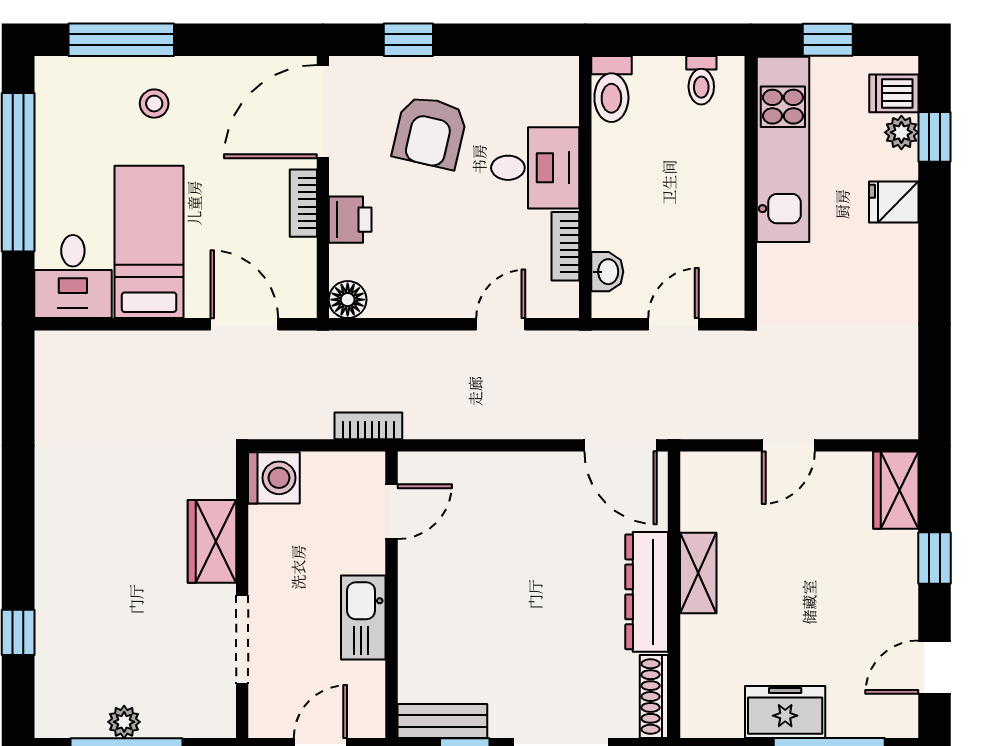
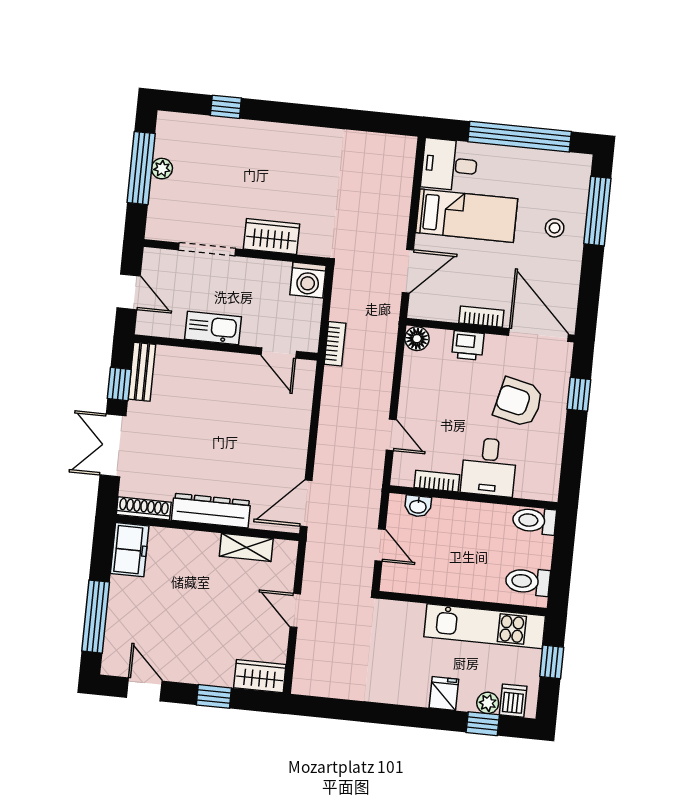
toilet: (701, 80) -> (528, 582), width x1.37, depth x1.39
shelving: (698, 573) -> (246, 547), moved
freezer: (785, 712) -> (130, 550), moved

